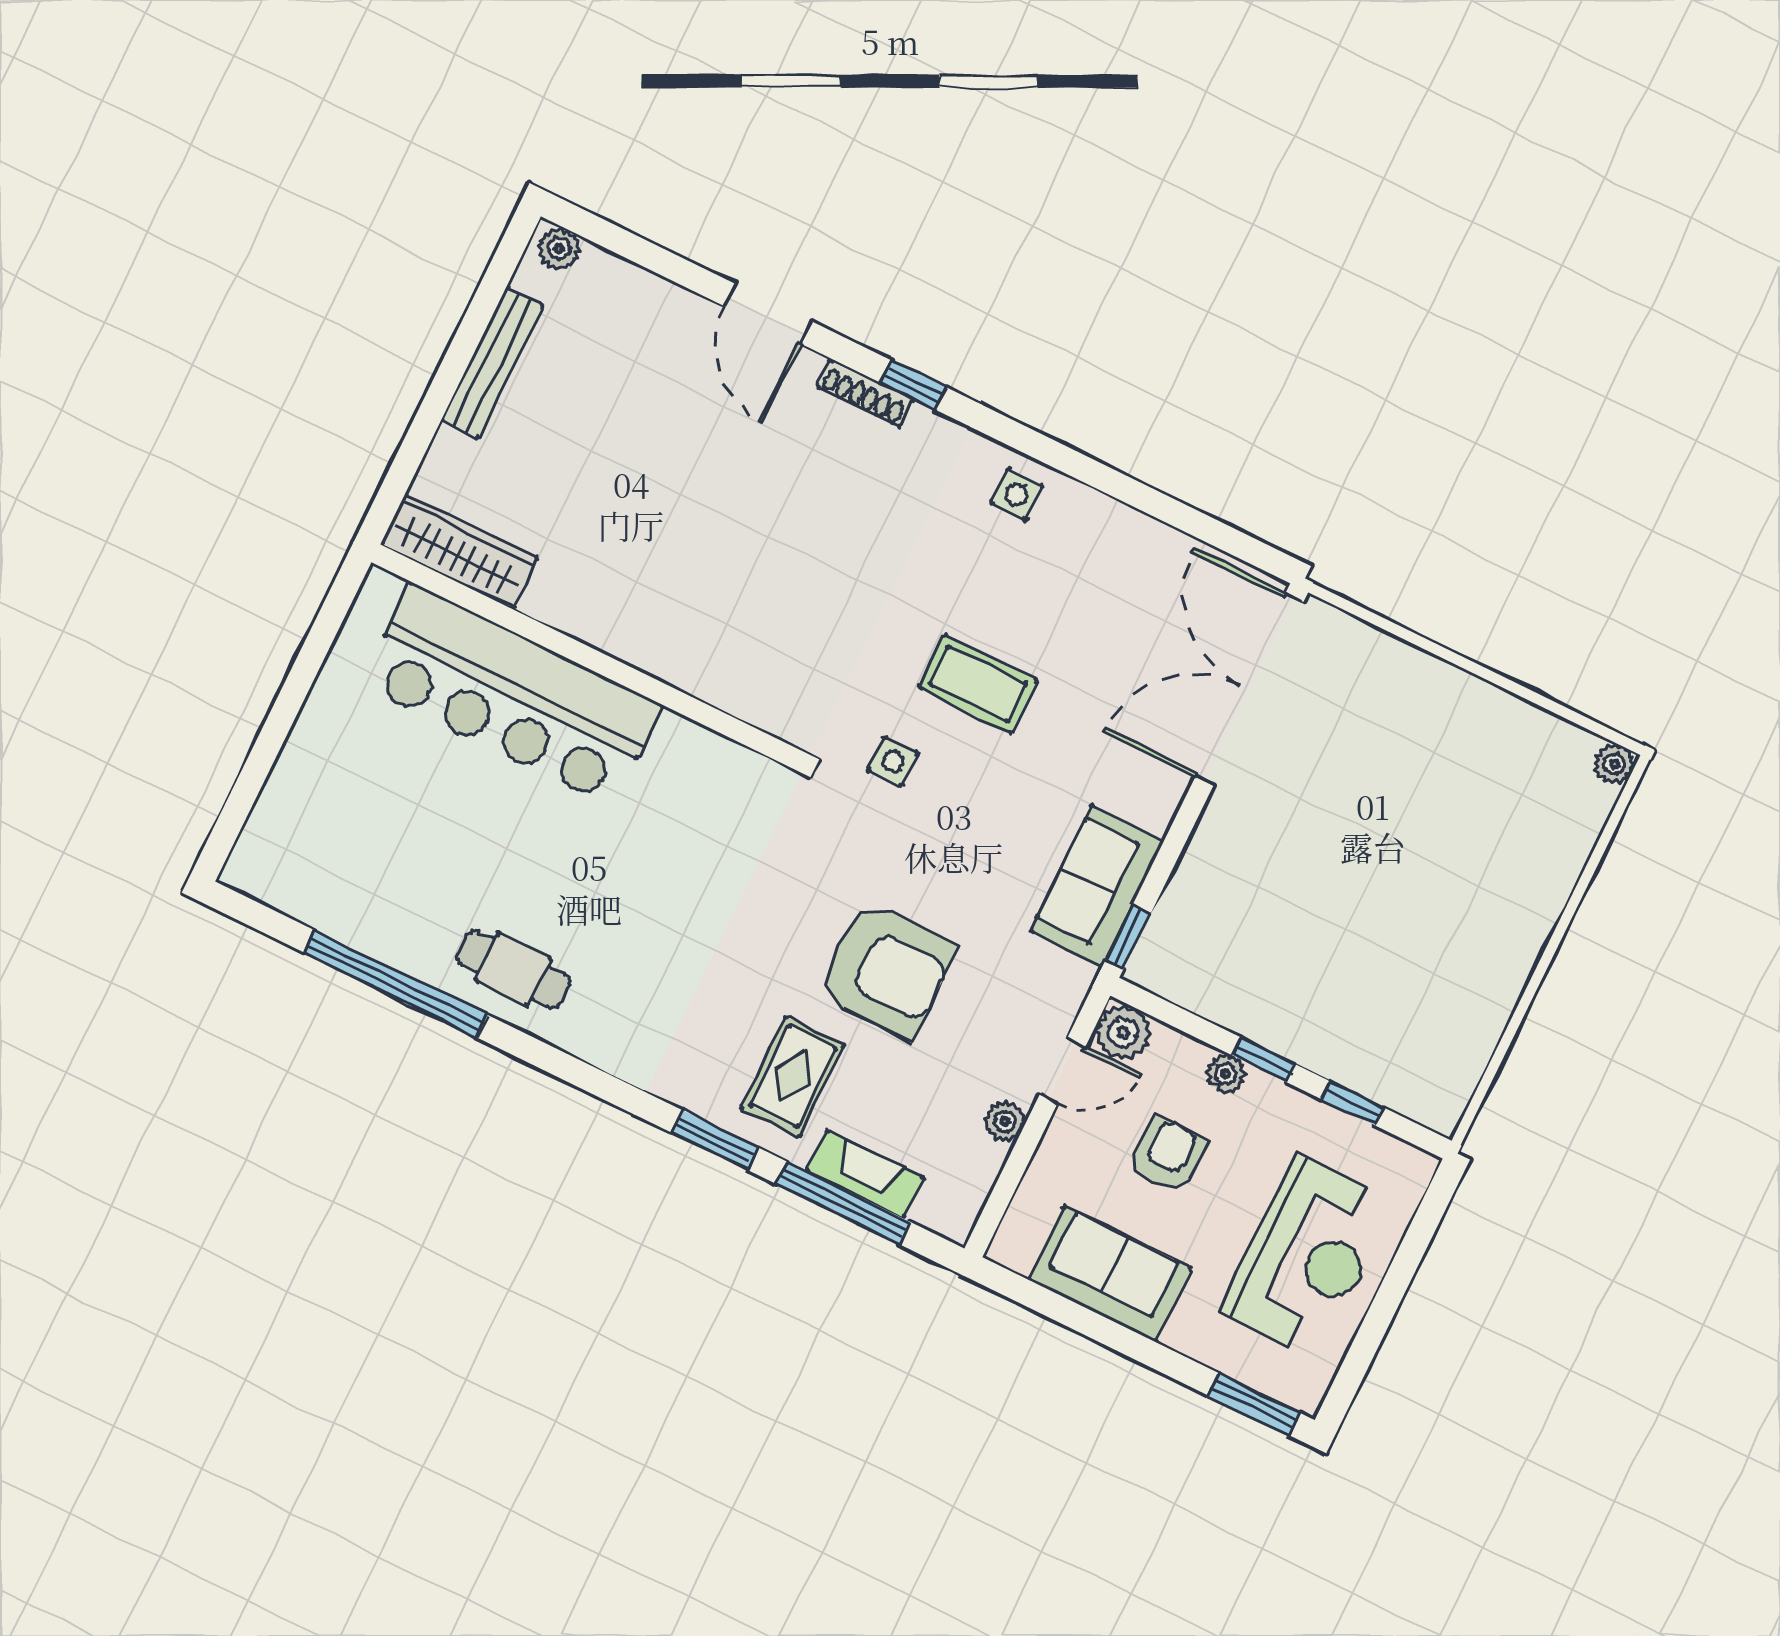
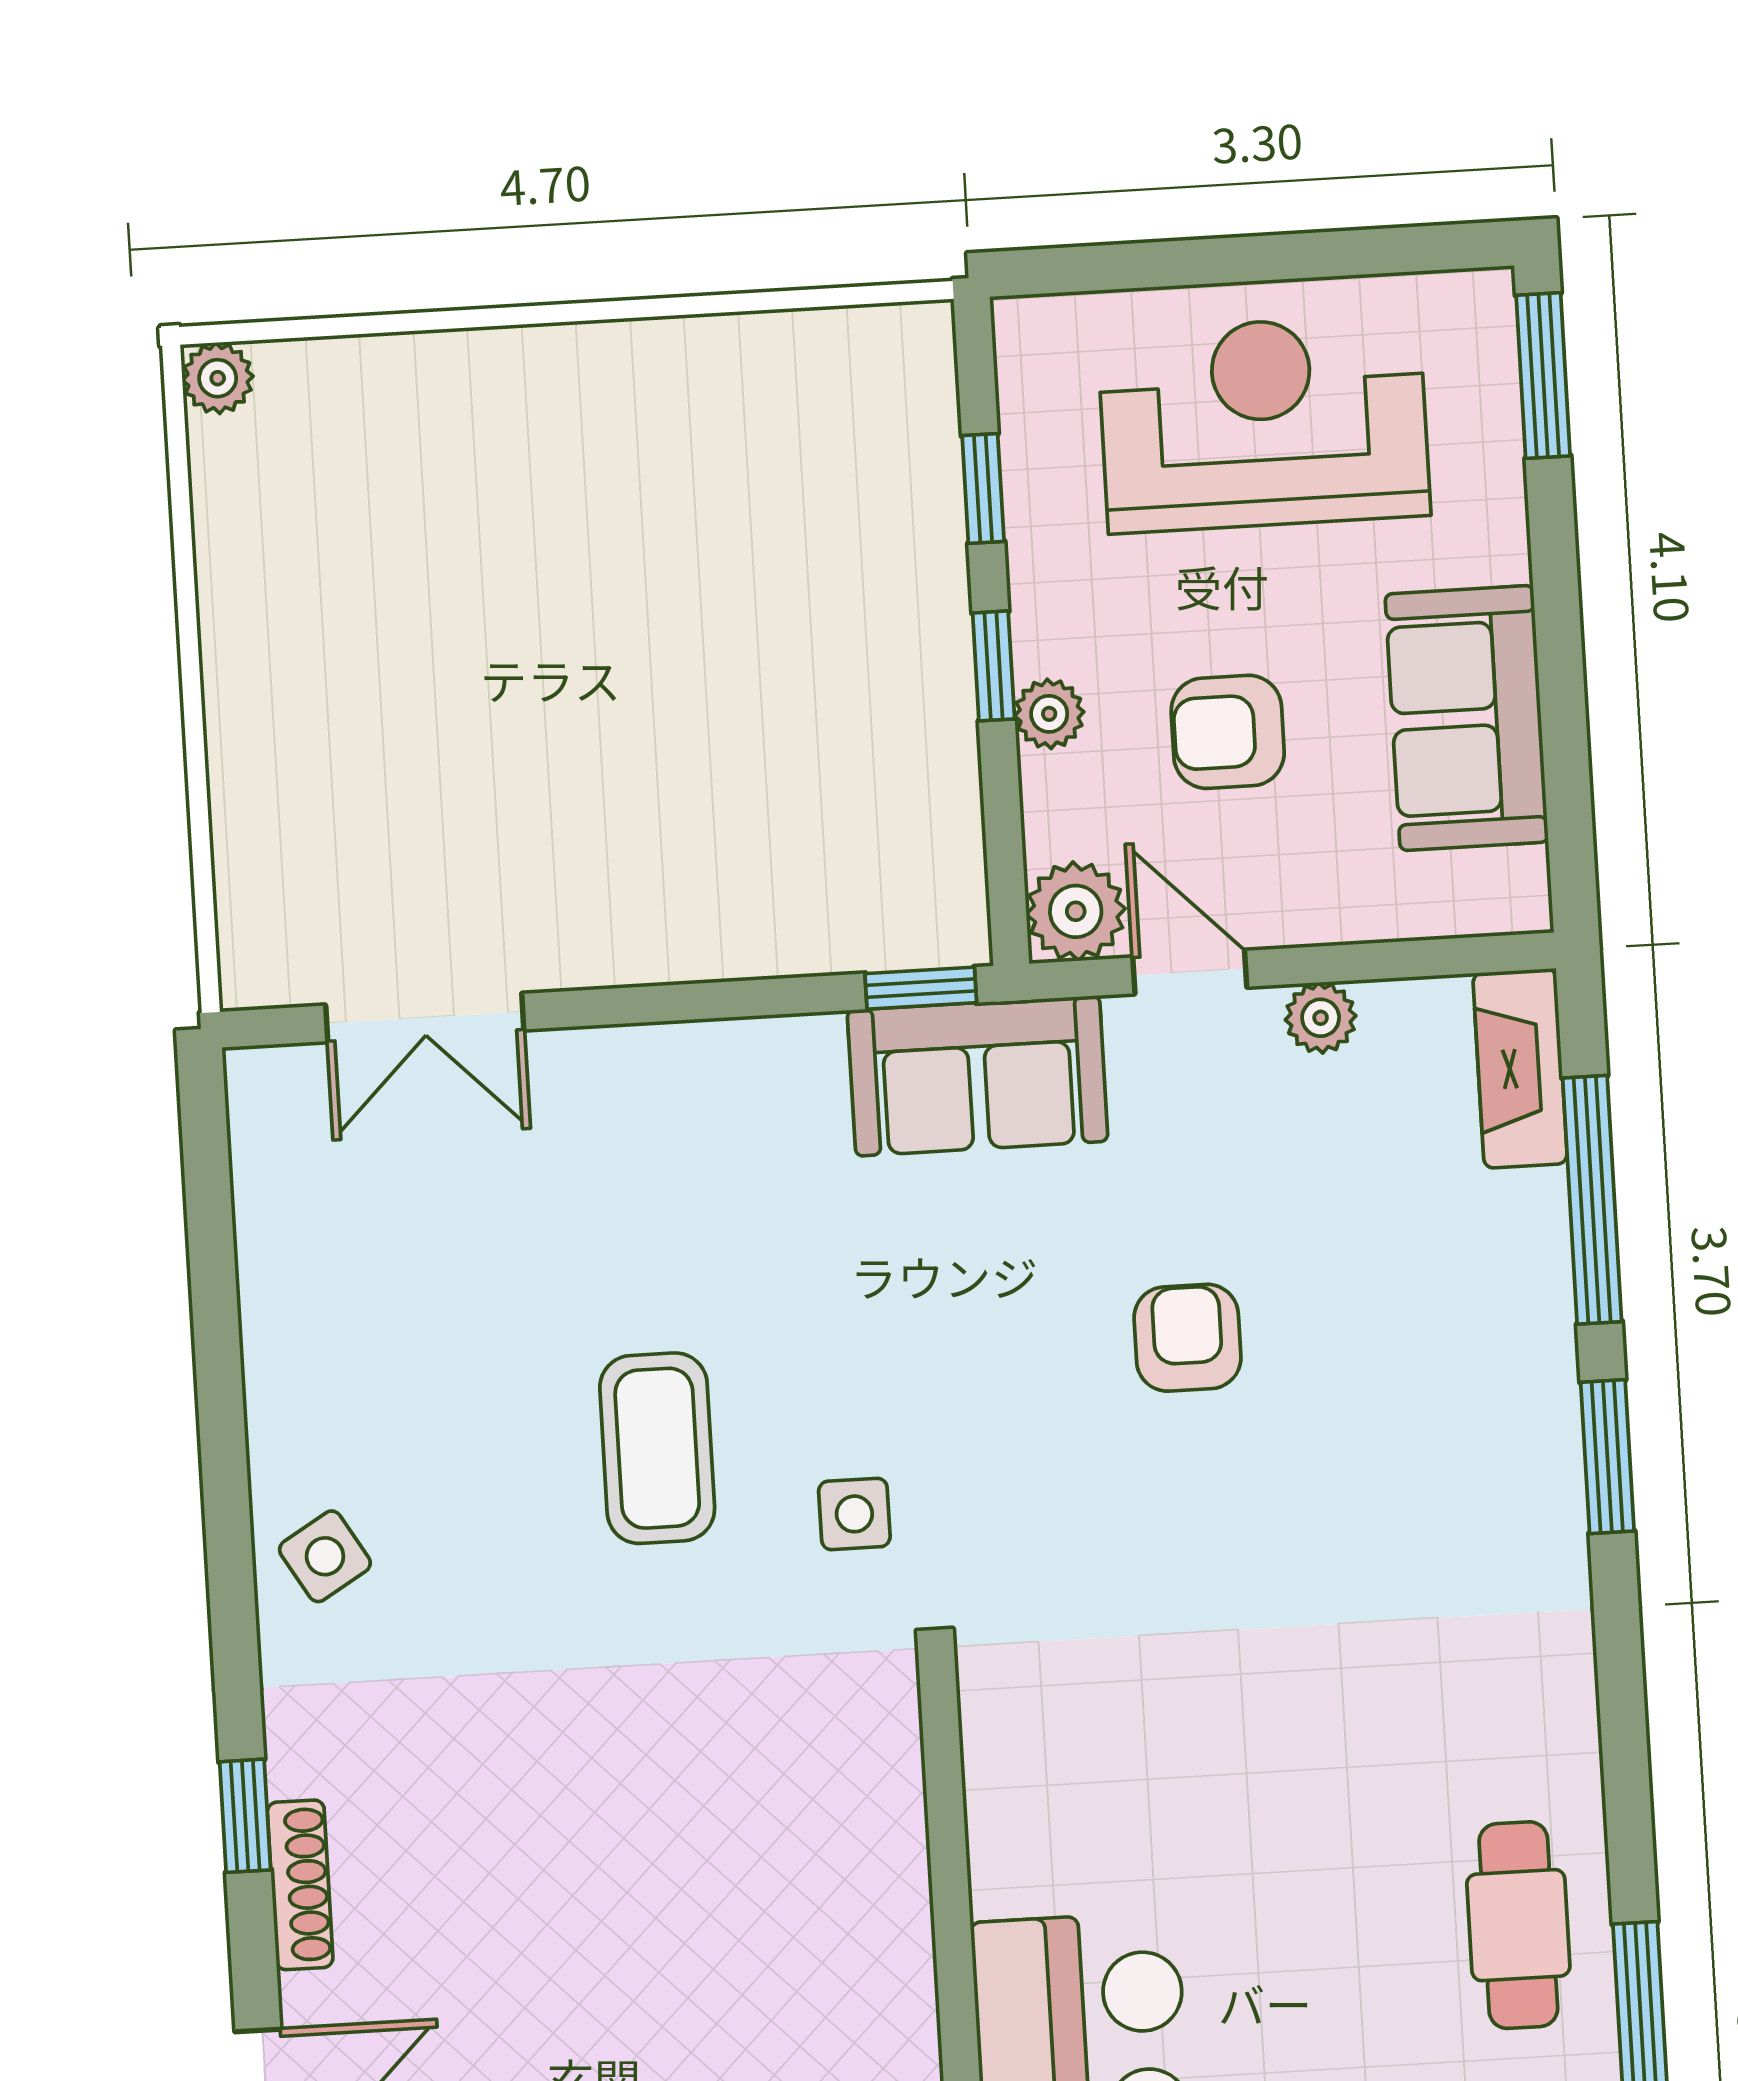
side table: (1017, 494) -> (325, 1556), turned -31
double door: (1249, 689) -> (425, 1018), width x0.54
sofa: (1097, 886) -> (978, 1076), moved
armchair: (887, 970) -> (1187, 1338), width x0.53, depth x0.53
rug: (793, 1076) -> (1438, 1391), removed
fireplace: (865, 1174) -> (1520, 1068), moved

